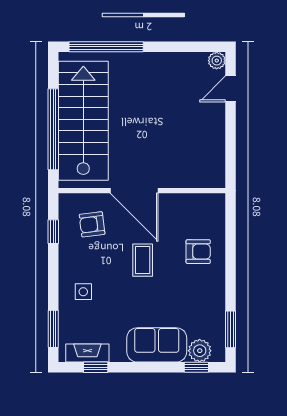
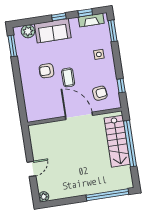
door: (231, 89) -> (31, 169), moved
stairs: (83, 121) -> (117, 141), width x0.73, depth x0.66
armchair: (198, 252) -> (47, 71), moved
window: (196, 367) -> (59, 17), moved

